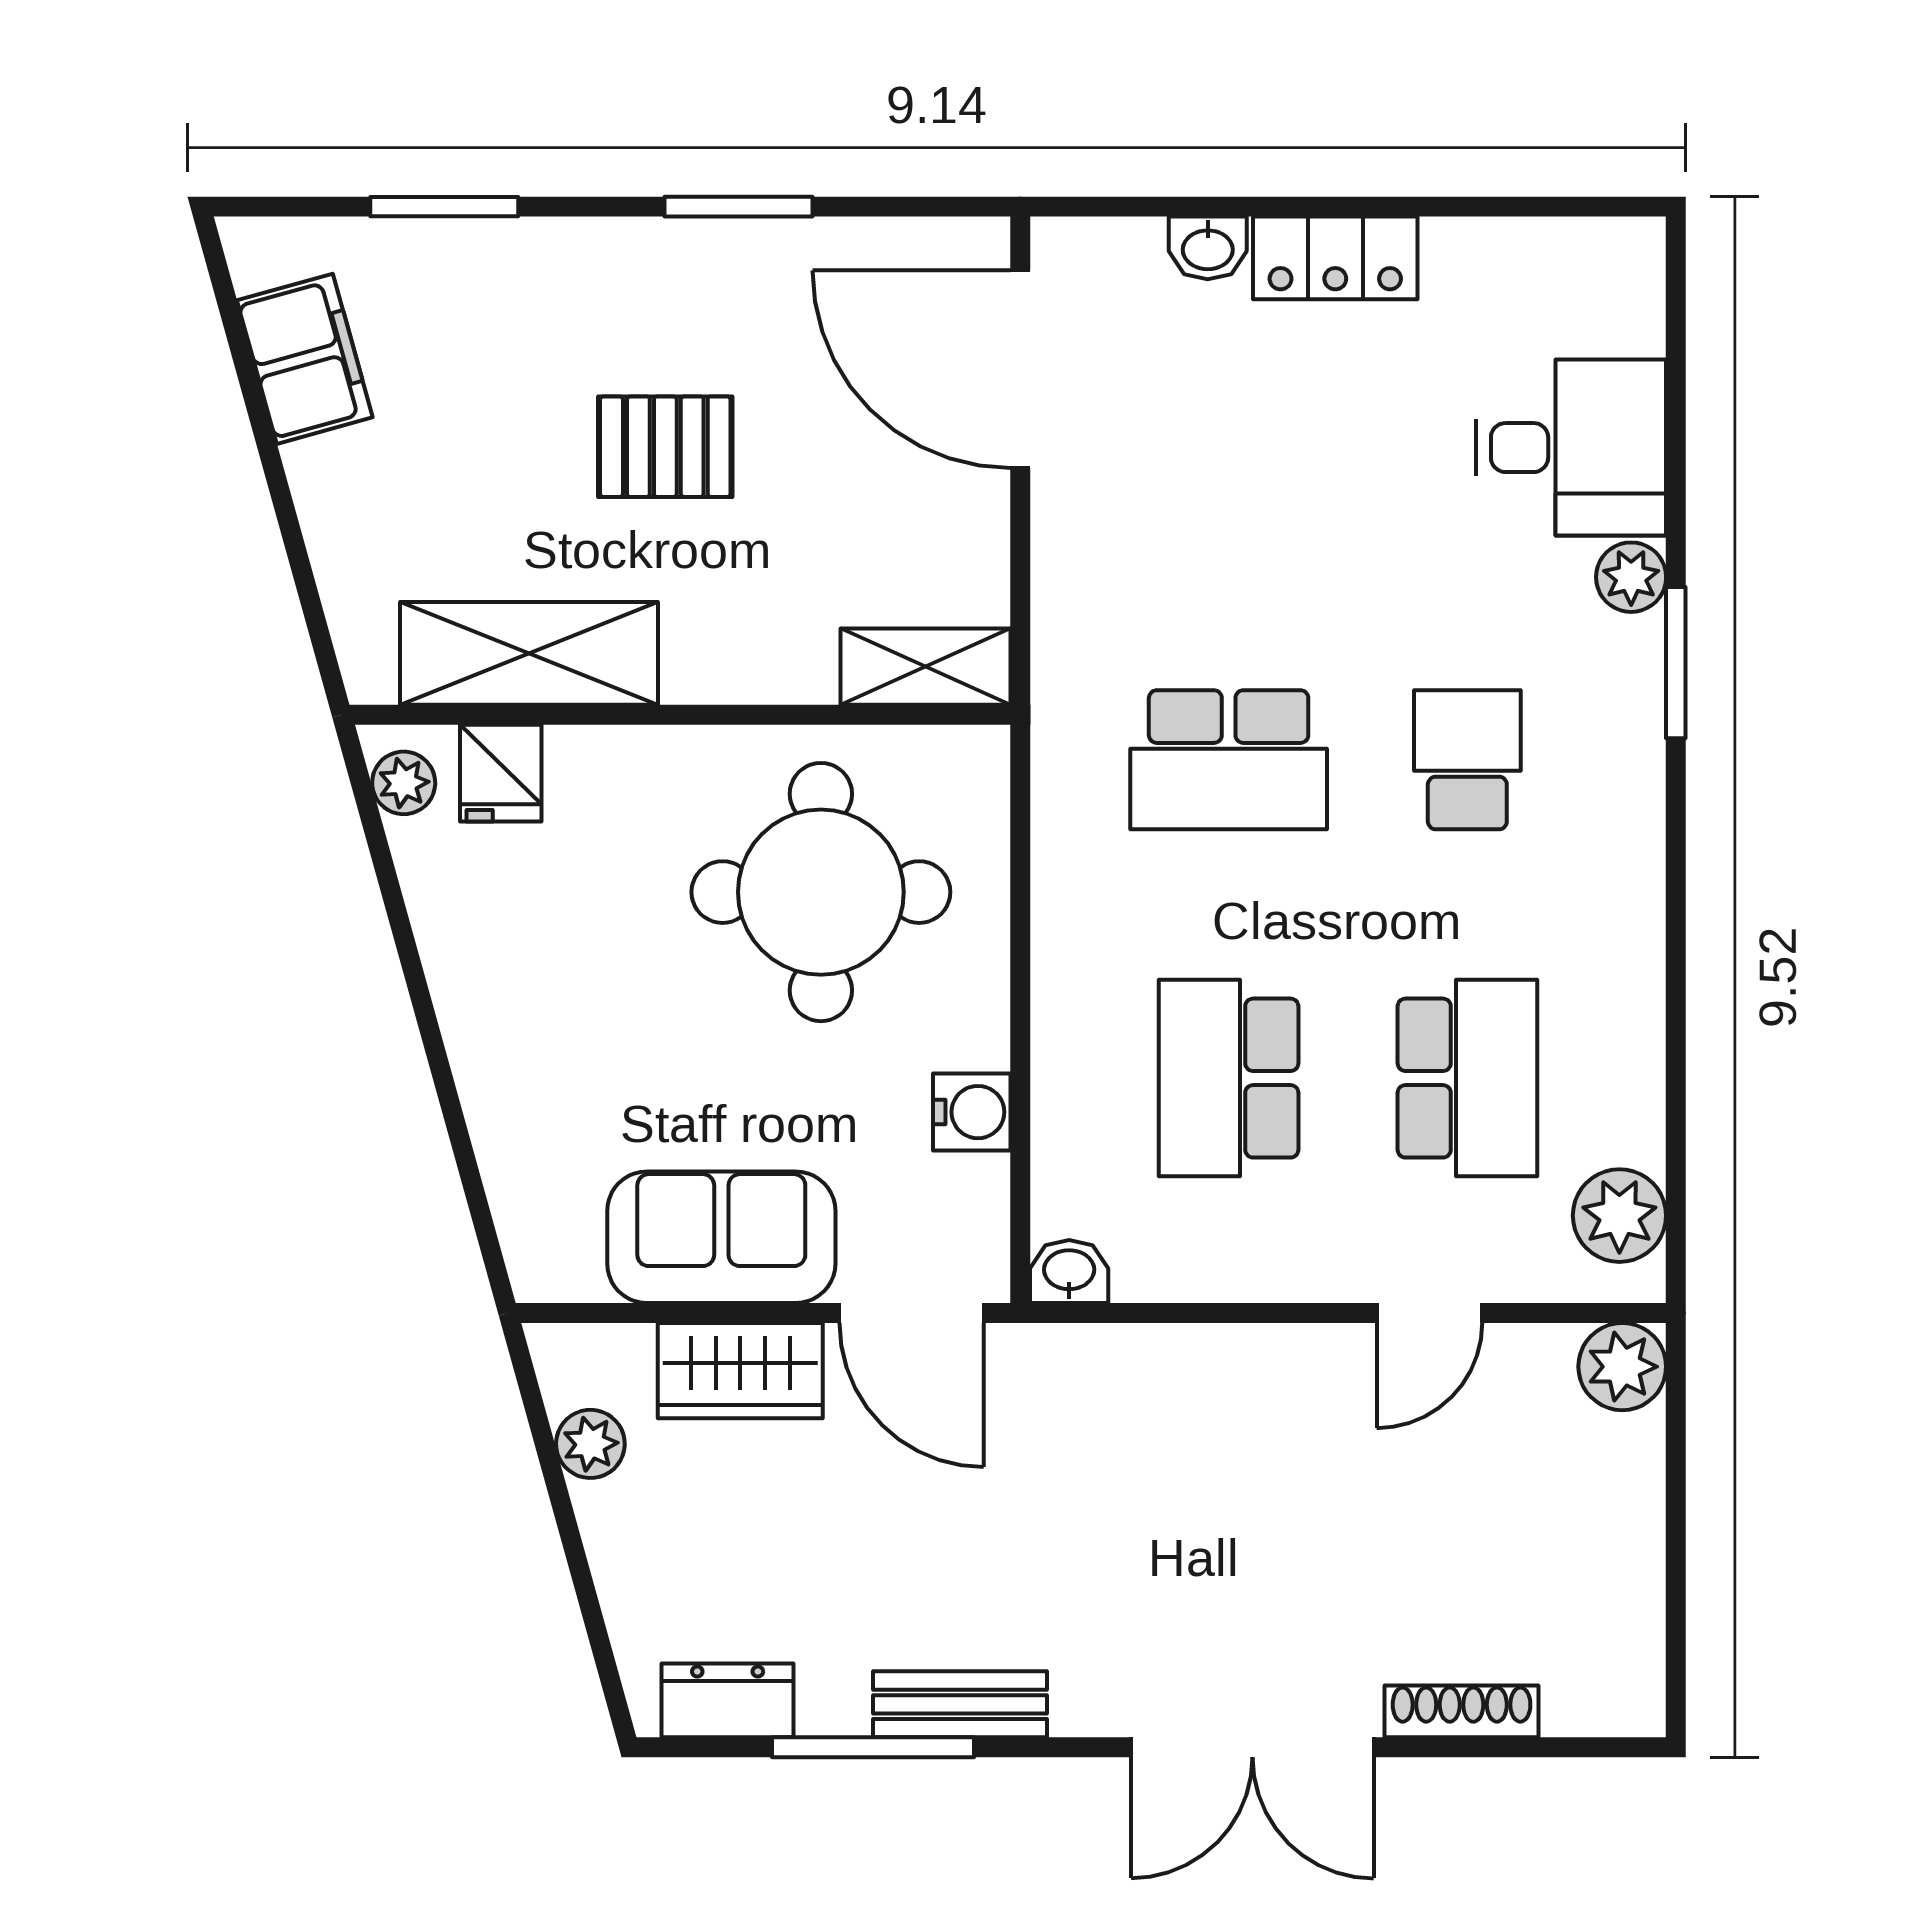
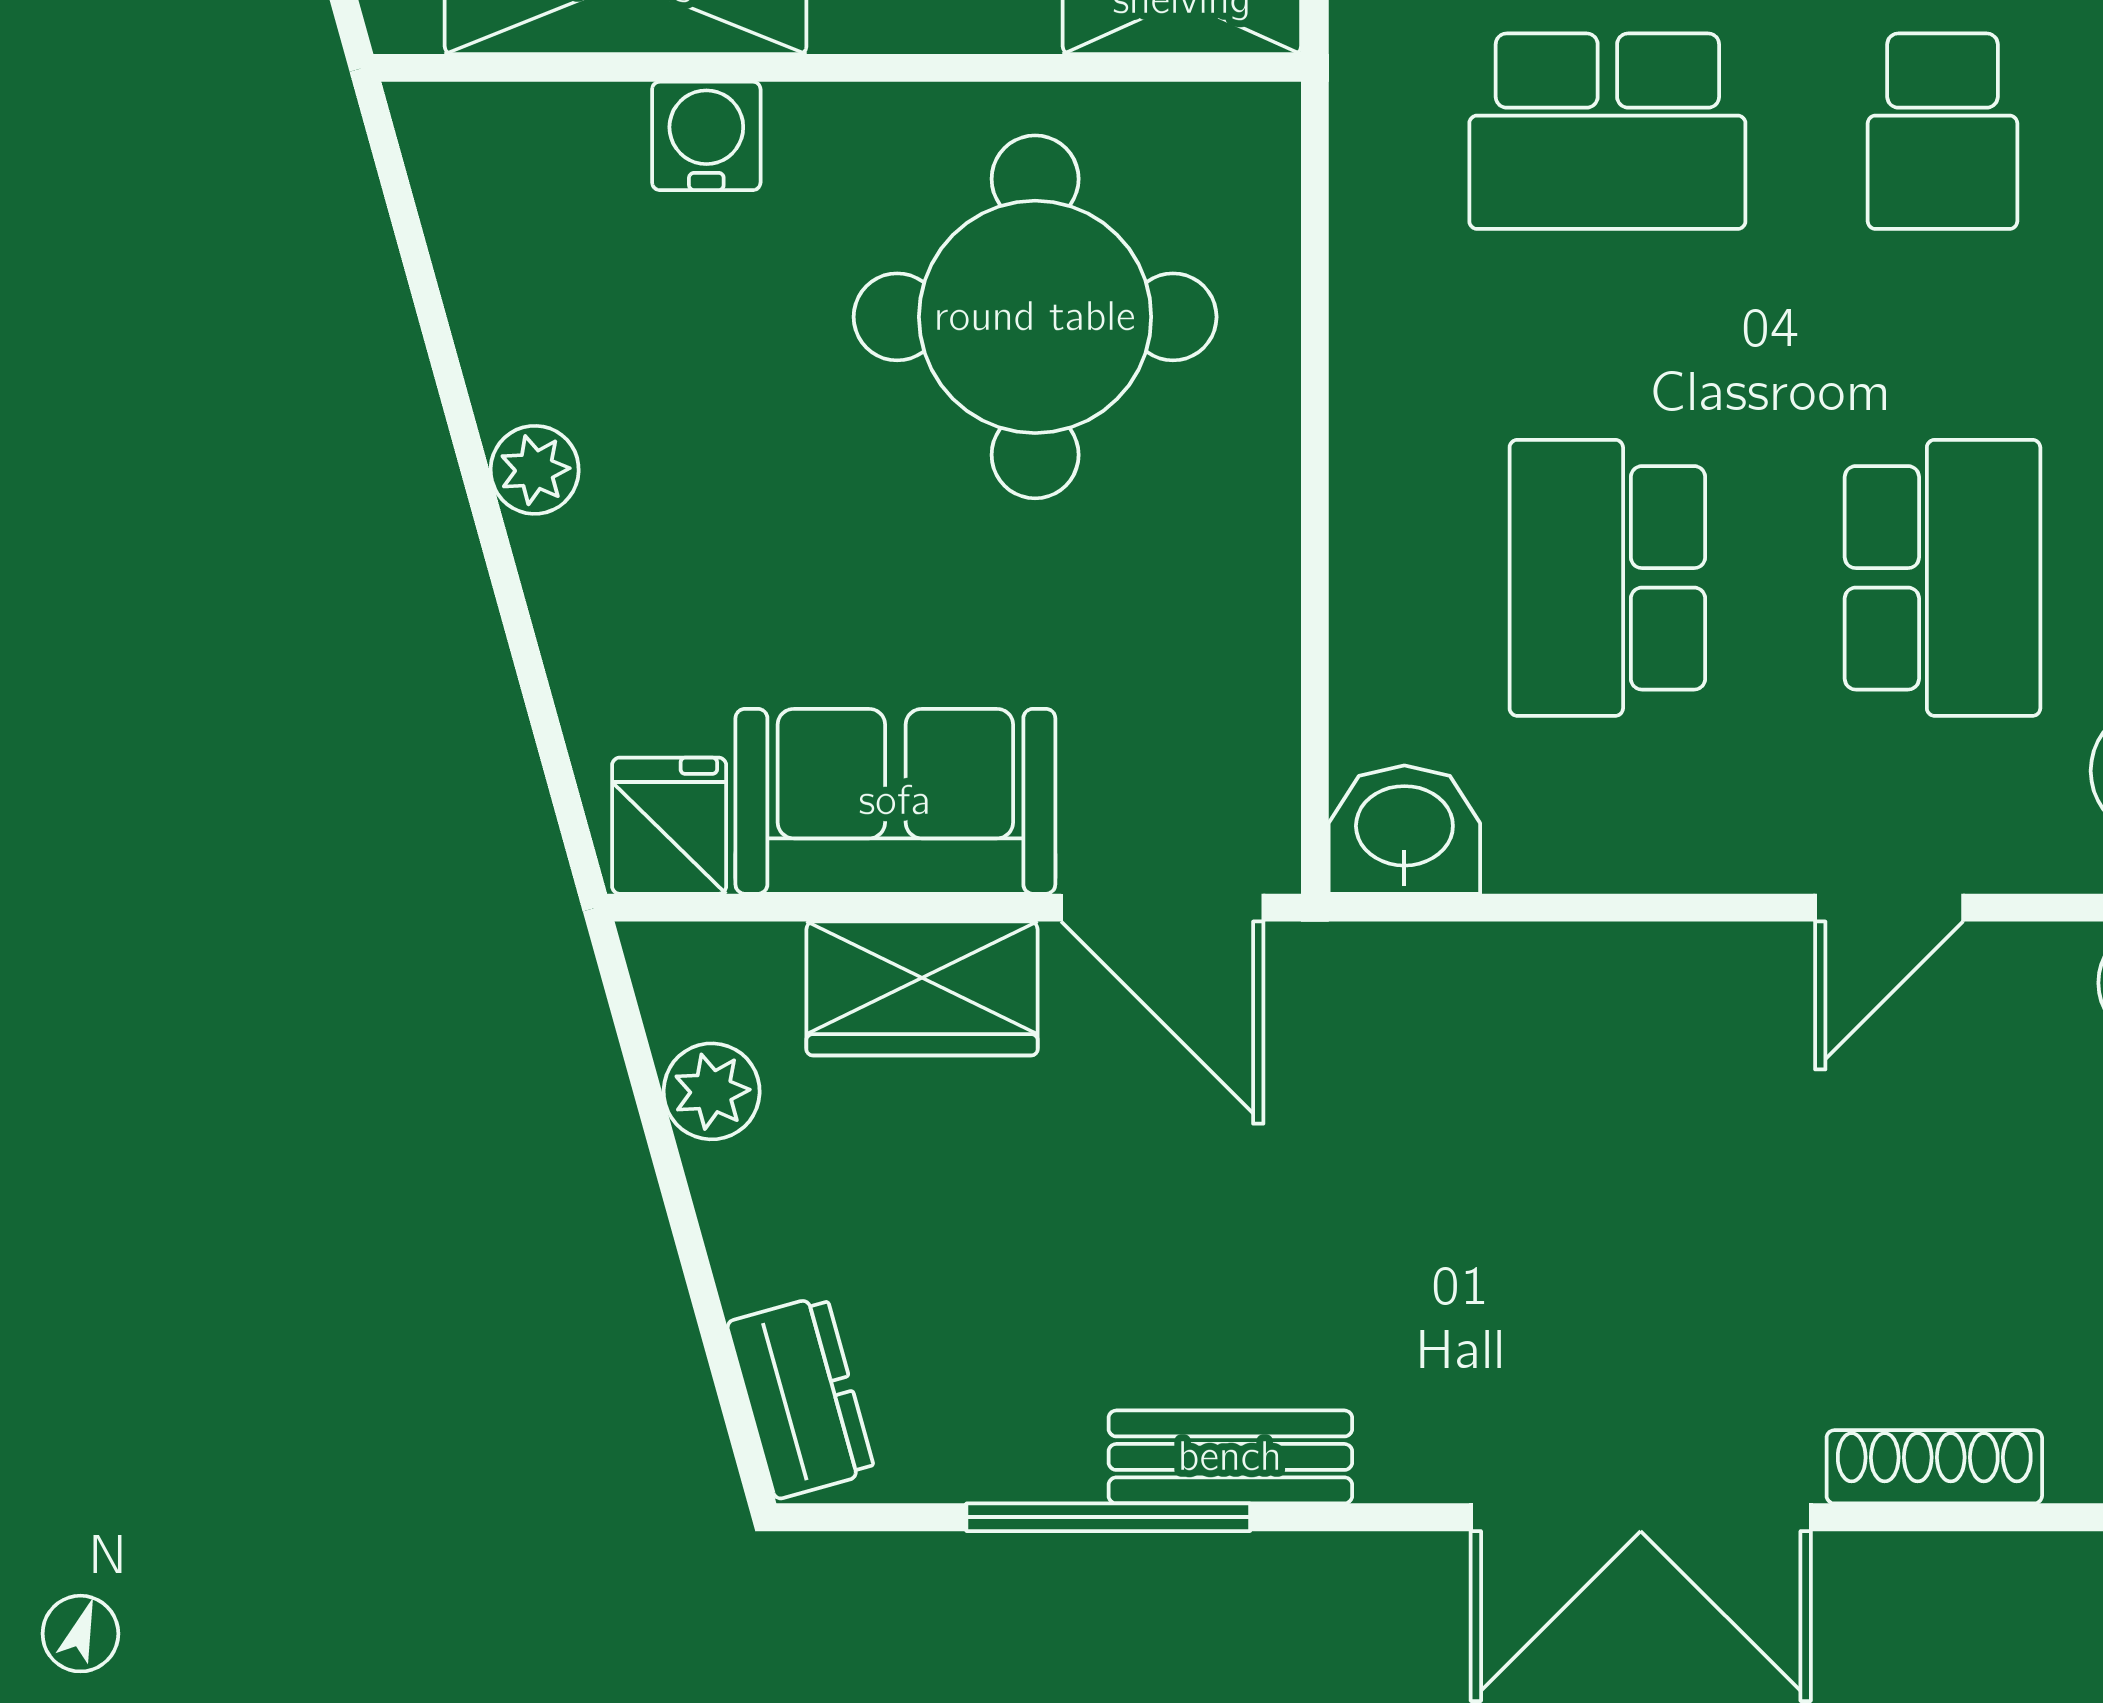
school desk: (1467, 760) -> (1942, 131), turned 180
fridge: (501, 773) -> (669, 826), moved, turned 180
plant: (404, 783) -> (535, 470), moved
water cooler: (972, 1112) -> (706, 136), moved, turned -90
washbasin: (1069, 1272) -> (1404, 830), width x1.38, depth x1.45
dresser: (728, 1700) -> (801, 1397), moved, turned 74

